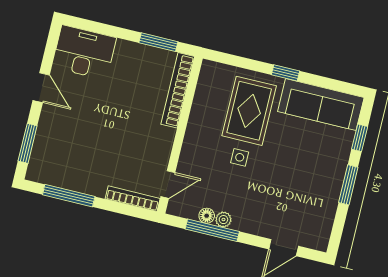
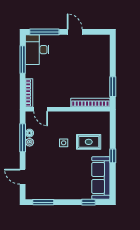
desk: (84, 52) -> (37, 50), moved, turned 180
door: (41, 88) -> (75, 32), swing flipped
rug: (249, 111) -> (89, 142), width x0.73, depth x0.70
window: (28, 143) -> (44, 32), width x1.44
window: (348, 185) -> (43, 202), moved

